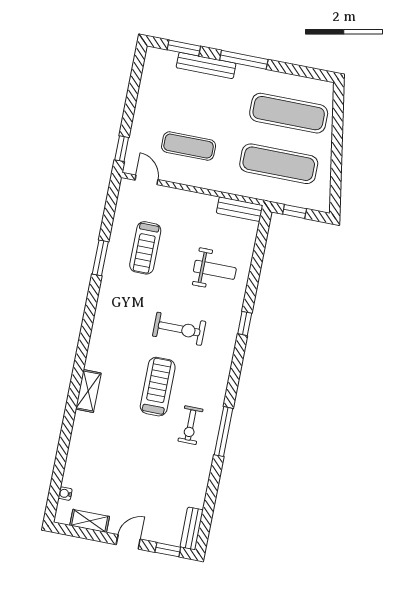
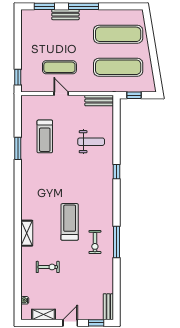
bench: (206, 65) -> (65, 15), width x0.73
door: (146, 180) -> (61, 94), moved
exercise bike: (179, 329) -> (48, 267), moved, width x0.73, depth x0.72

